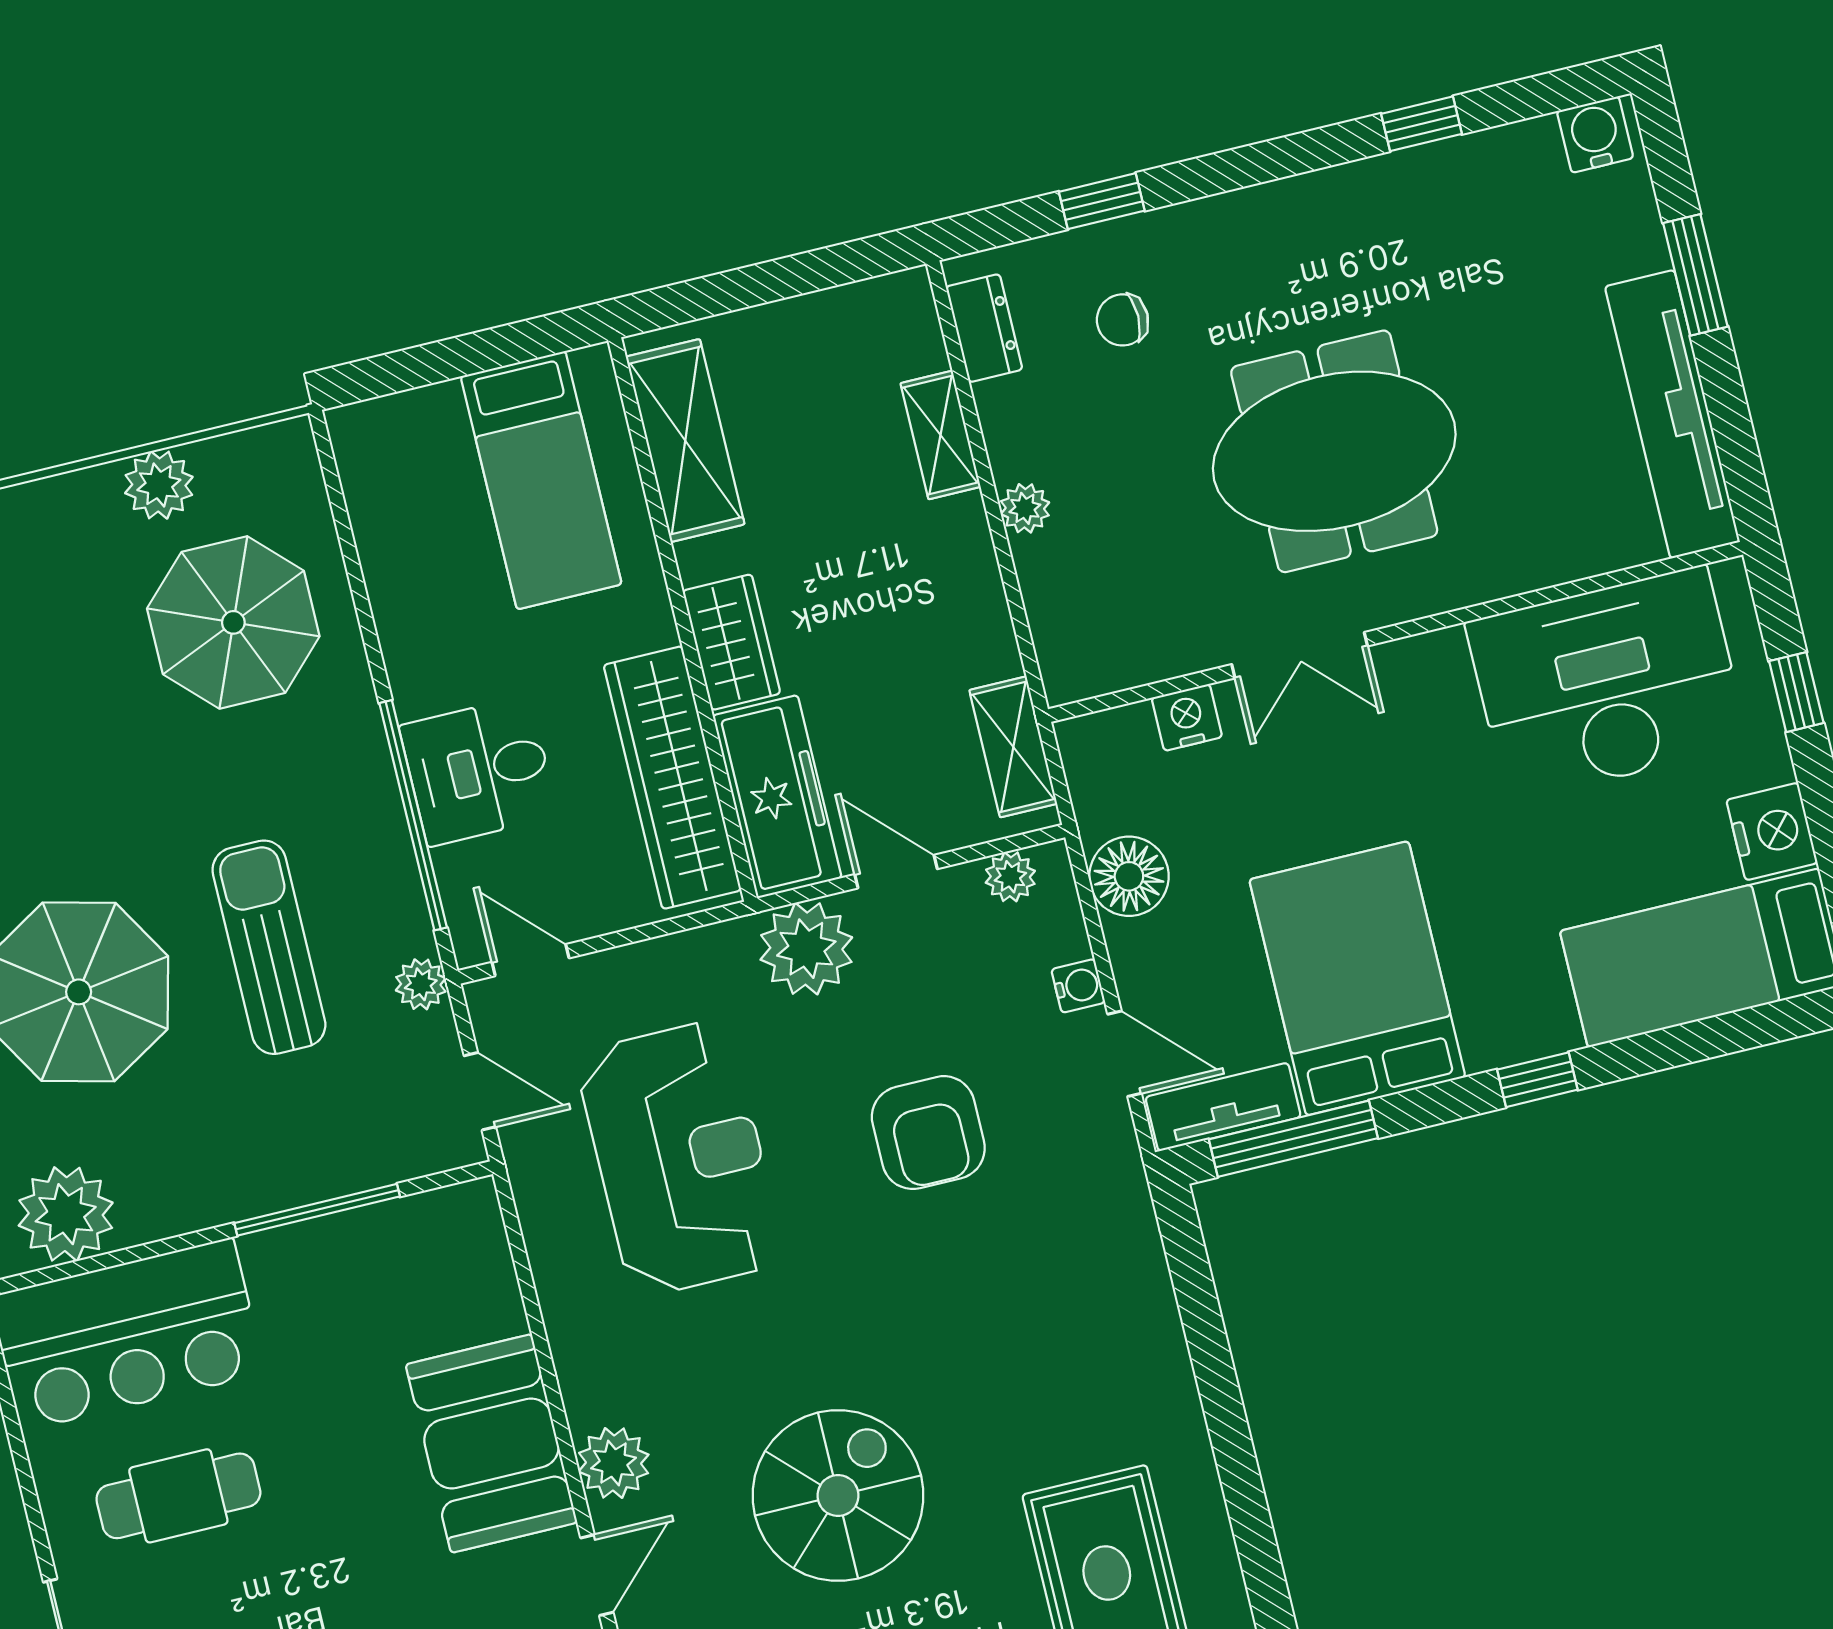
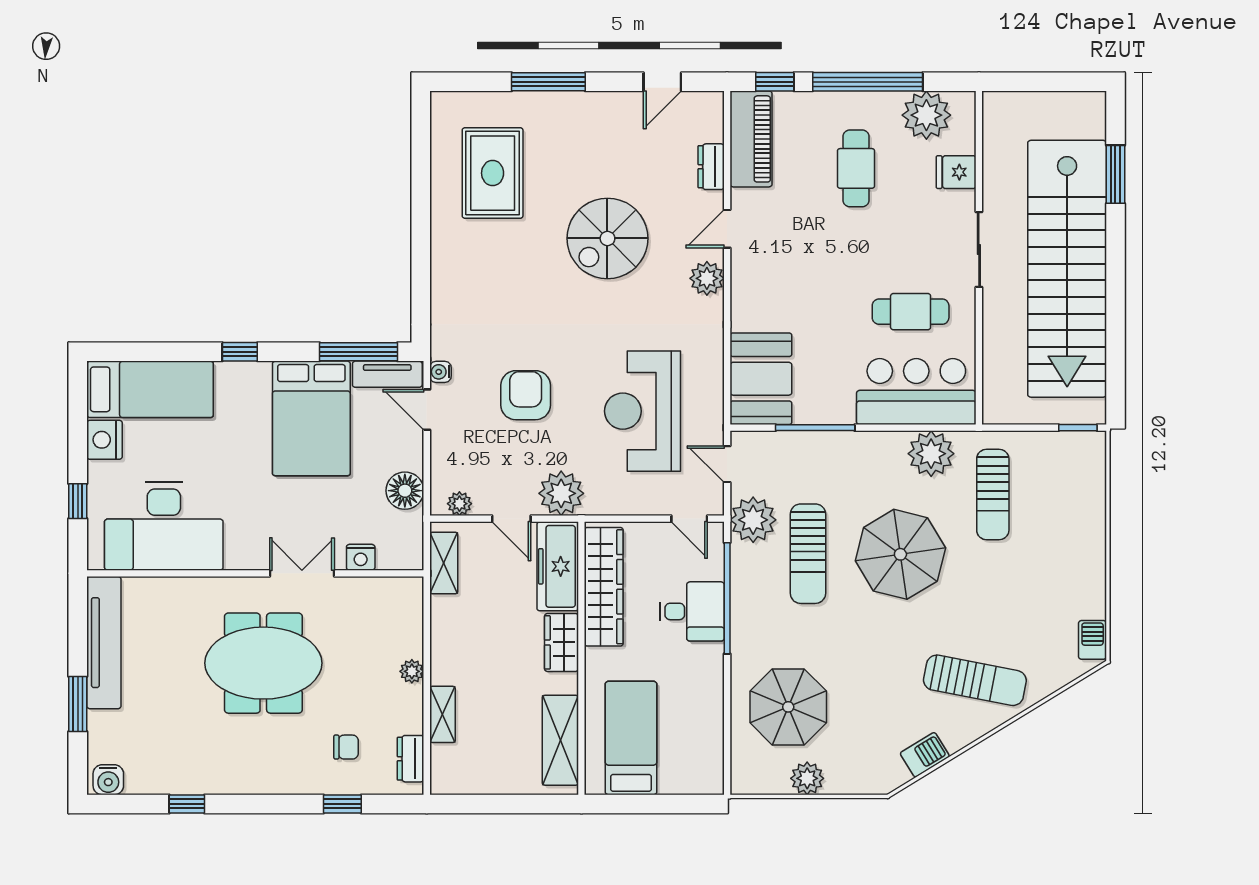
plant: (421, 984) -> (753, 520), width x1.87, depth x1.87
water cooler: (1078, 986) -> (440, 372), moved
booth: (491, 1444) -> (761, 379), moved

